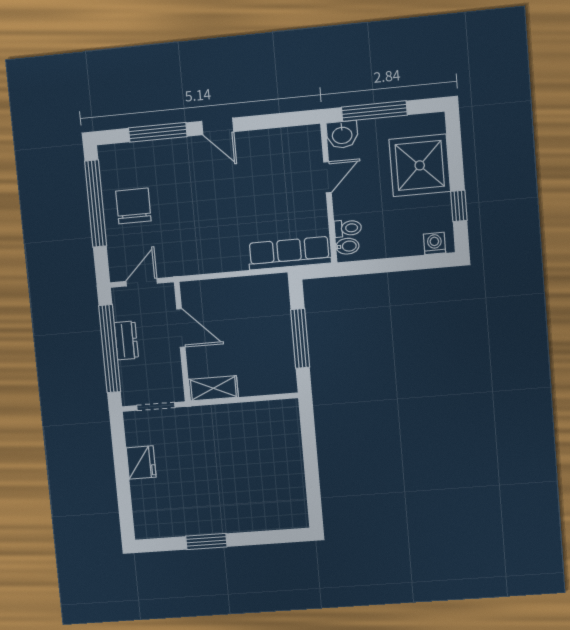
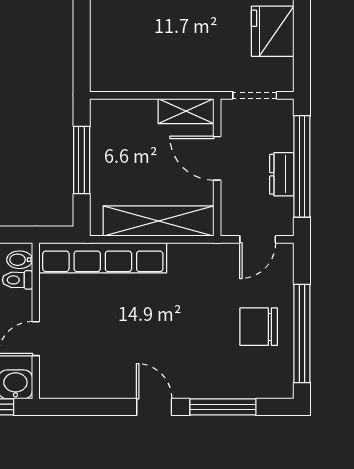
chair: (133, 206) -> (259, 327), turned 90
row of seats: (289, 253) -> (103, 258), width x1.36
shelving: (229, 291) -> (158, 221), added
door: (181, 328) -> (217, 158), moved
fridge: (141, 462) -> (273, 31), width x1.36, depth x1.34

